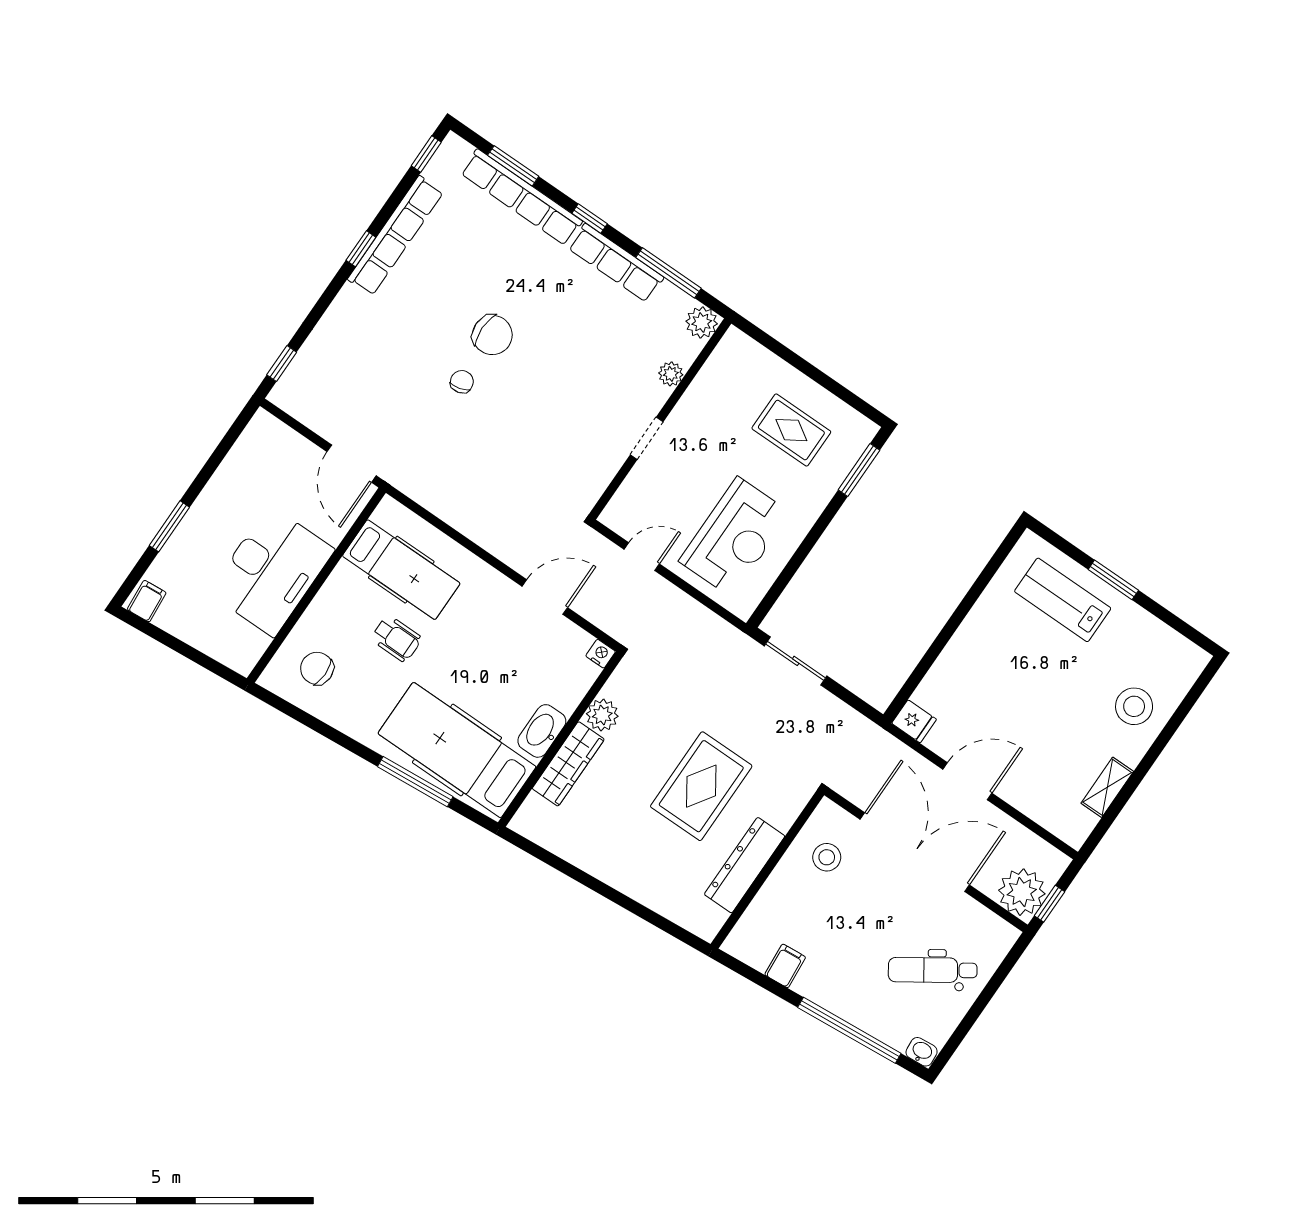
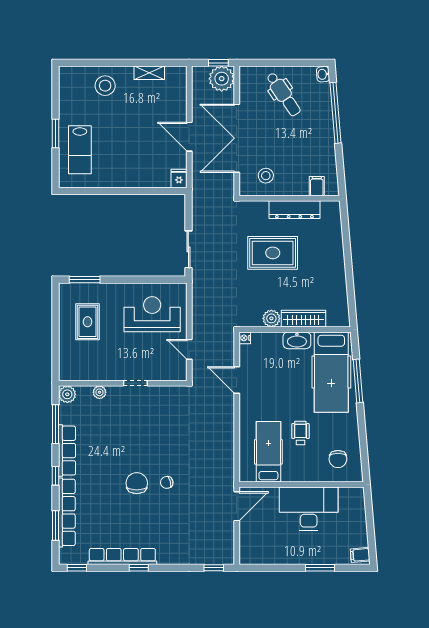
filing cabinet: (785, 966) -> (317, 186), moved, turned 95

